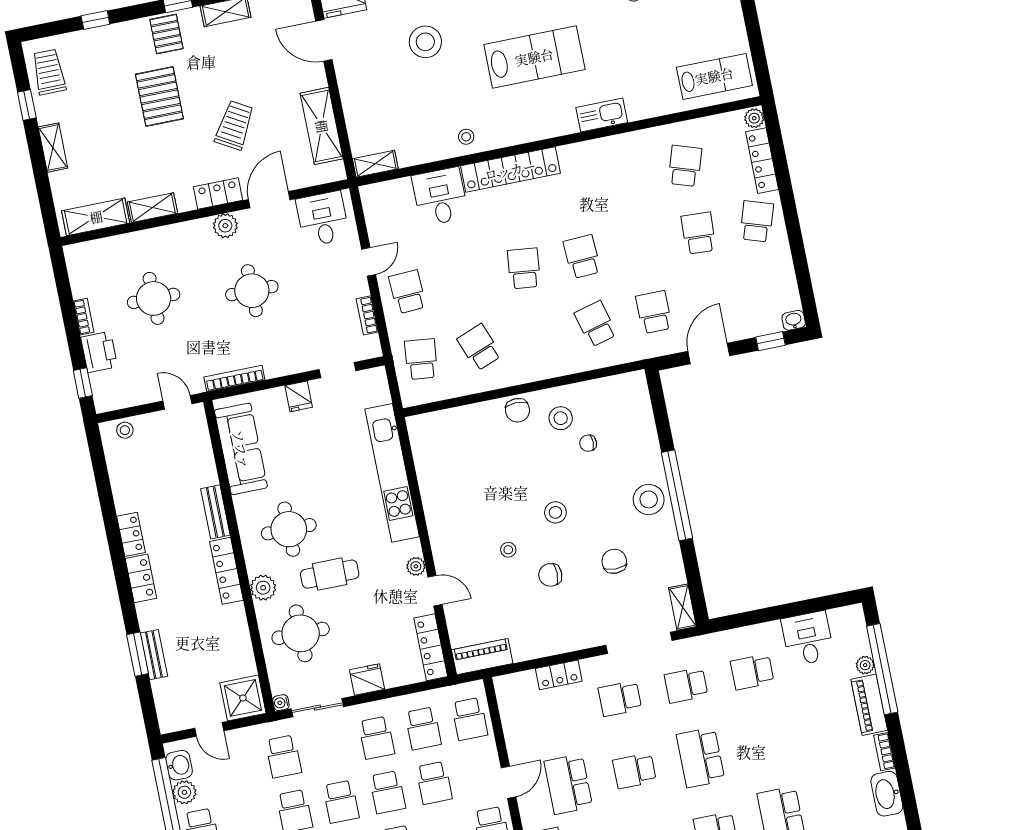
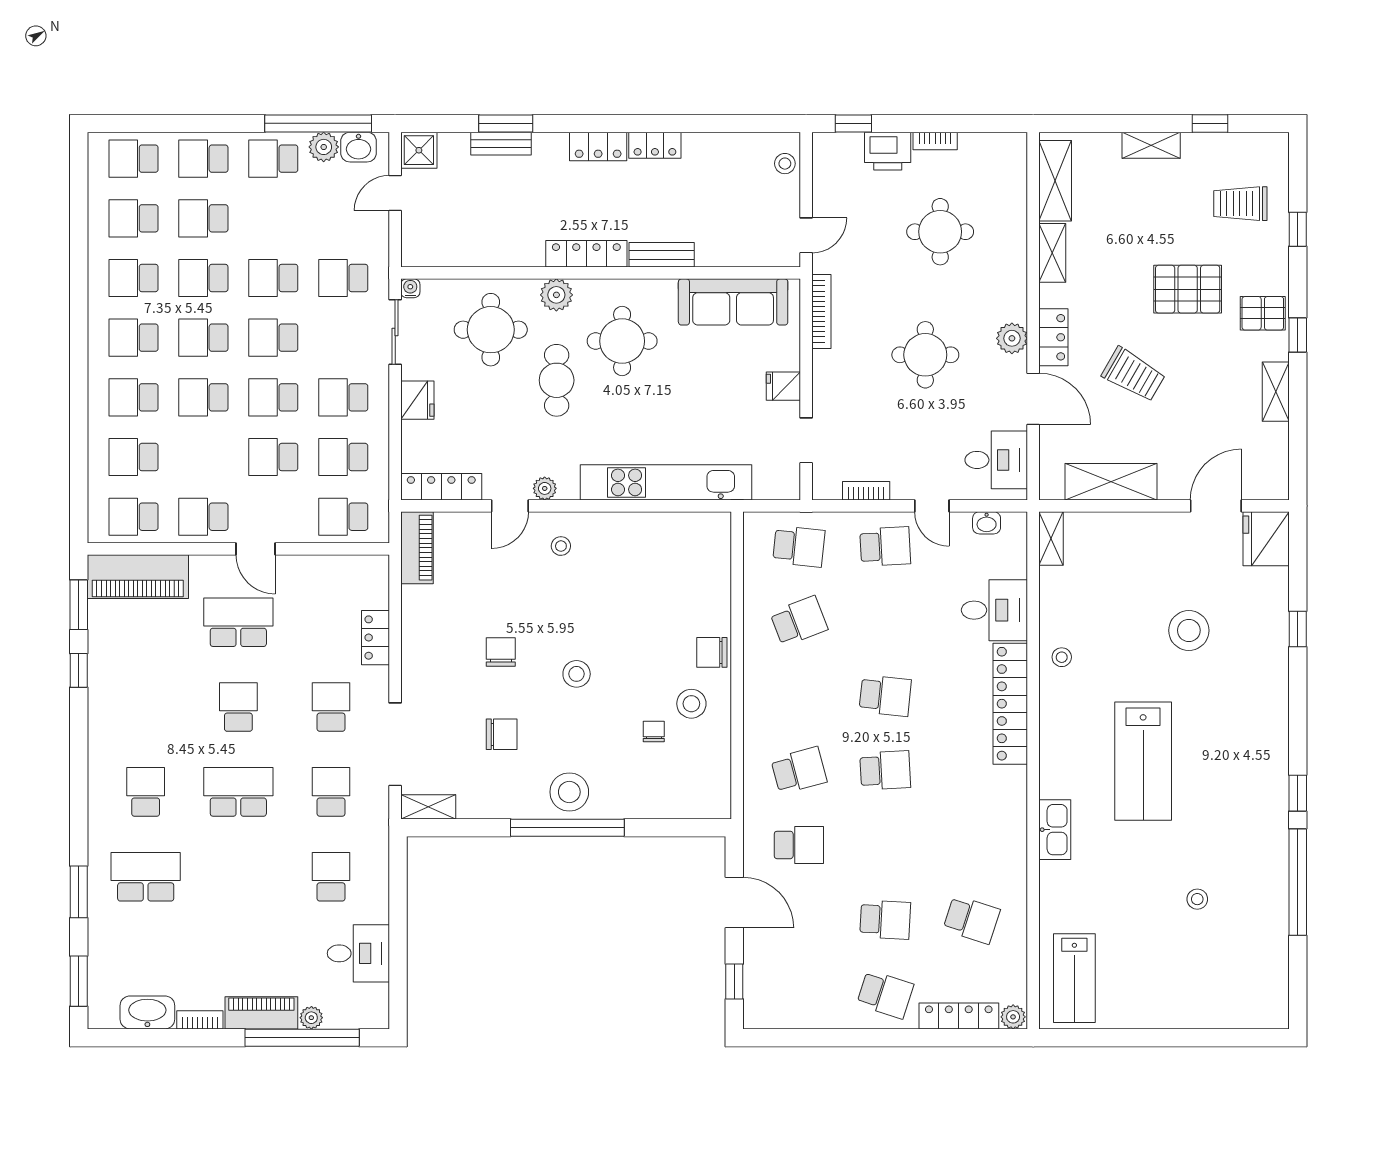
trolley: (49, 72) -> (1240, 204), moved, turned 180
washbasin: (794, 320) -> (987, 523), moved, turned 90
stool: (508, 550) -> (561, 546), moved
shower: (243, 698) -> (419, 150), moved, width x0.73, depth x0.73

